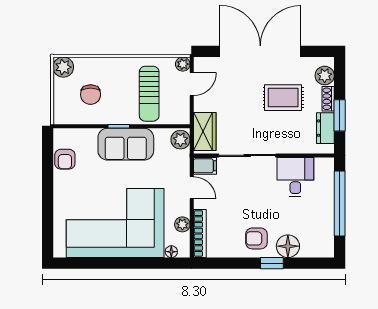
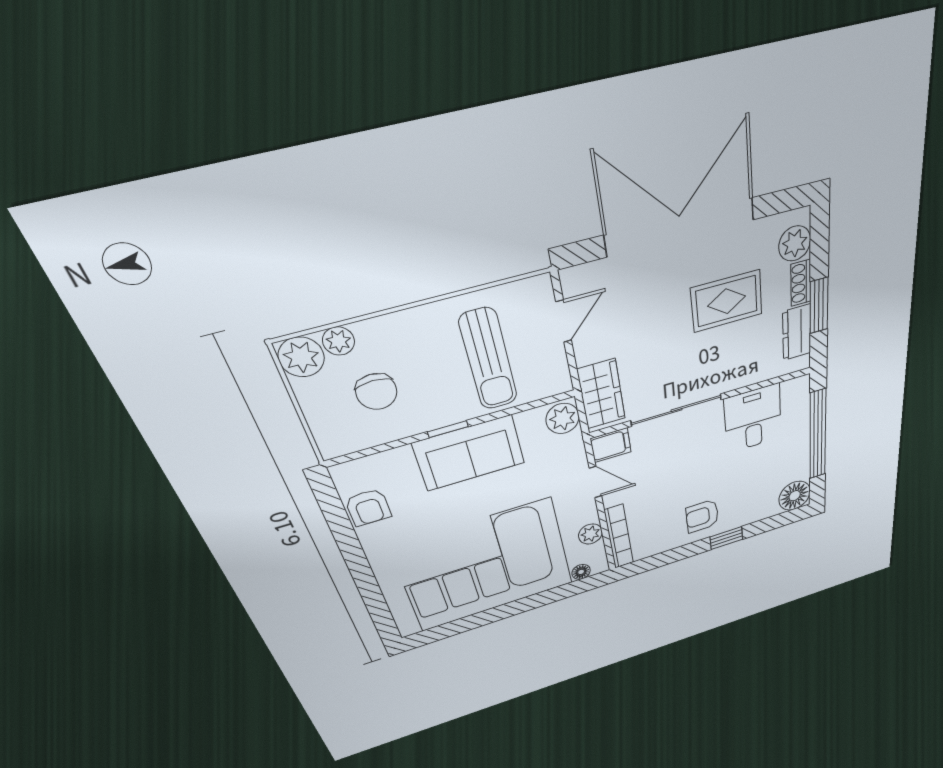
plant: (183, 64) -> (339, 341), moved
floor lamp: (288, 246) -> (795, 496), moved

